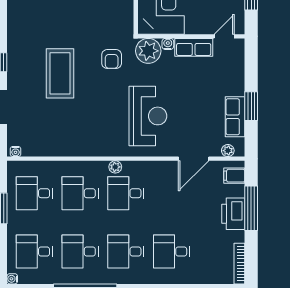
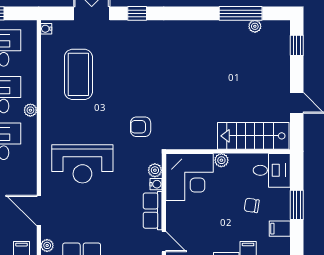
plant: (148, 51) -> (155, 170), width x0.53, depth x0.53
coffee table: (60, 73) -> (78, 74), moved, turned 90
plant: (115, 167) -> (30, 110), moved

